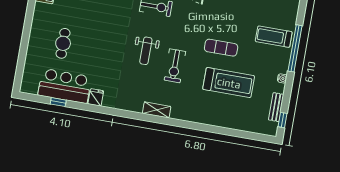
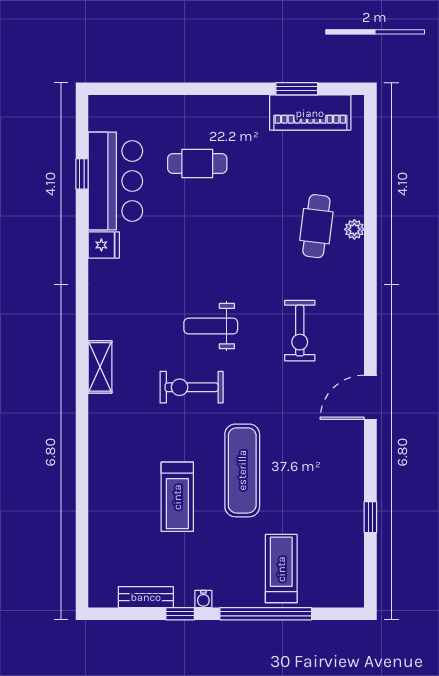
exercise mat: (221, 48) -> (242, 470), width x1.36, depth x1.45
treadmill: (229, 83) -> (177, 497), width x0.73, depth x0.73
window: (283, 120) -> (180, 614), moved

